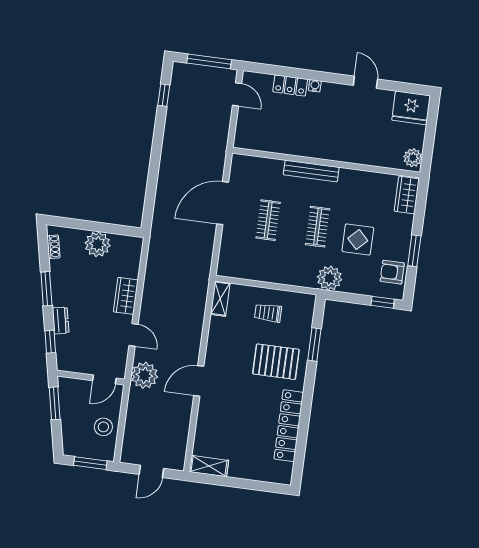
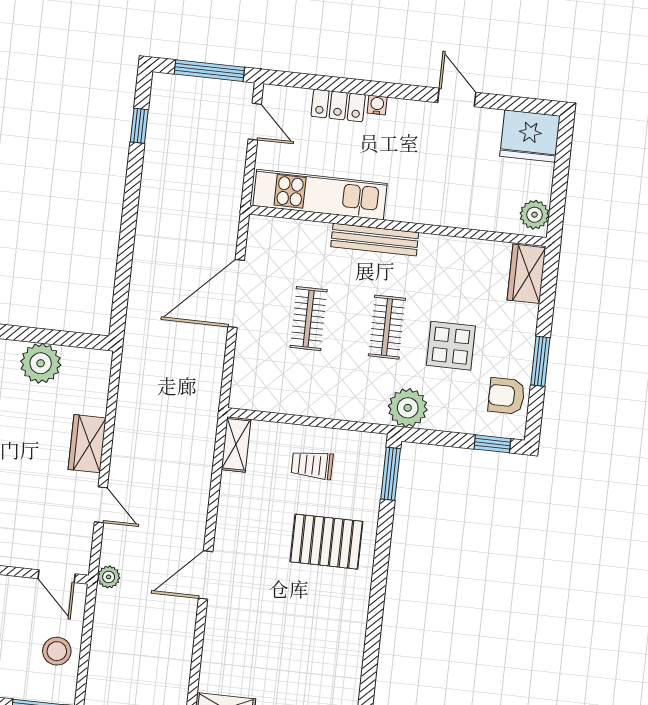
kitchen unit: (277, 142) -> (320, 195), added
window: (314, 345) -> (391, 474), moved
plant: (144, 375) -> (109, 577), width x0.53, depth x0.53
door: (104, 379) -> (56, 576), hinge flipped
locker: (289, 426) -> (349, 642), removed

